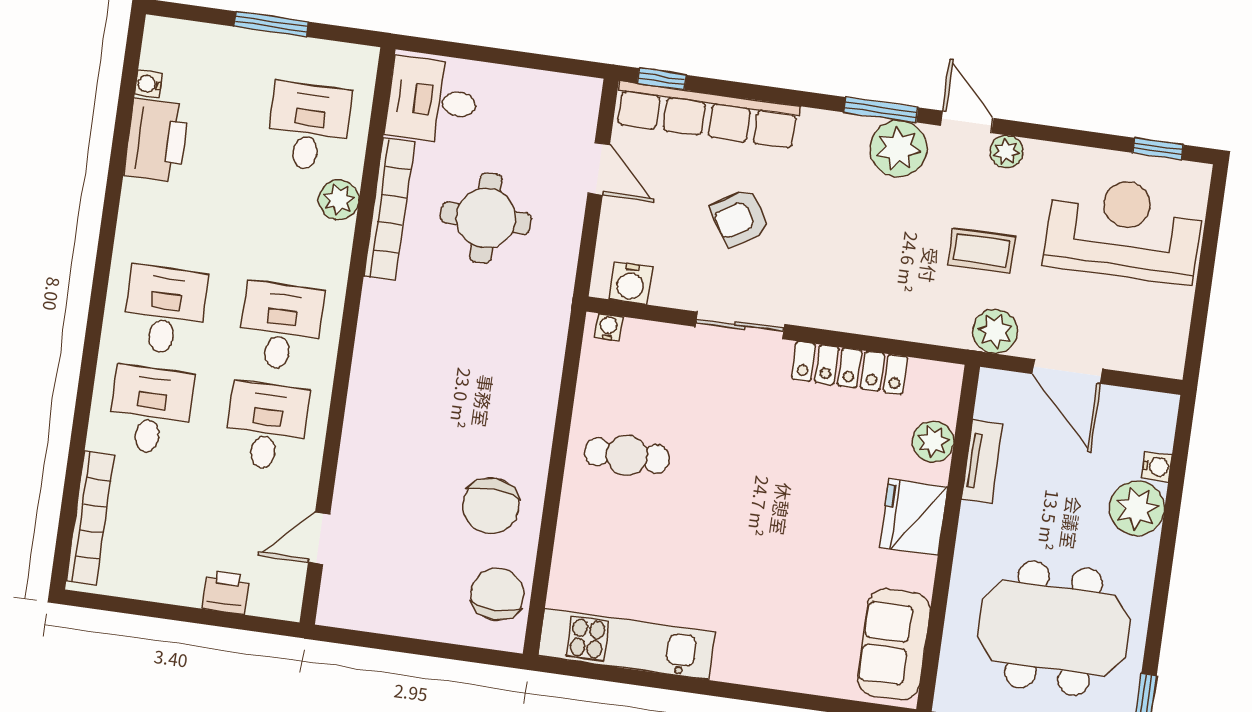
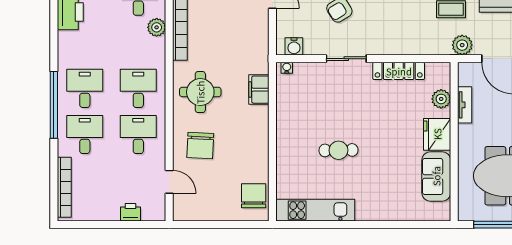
round table: (486, 218) -> (200, 92), moved
window: (93, 337) -> (54, 105), added
filing cabinet: (541, 366) -> (259, 90), added
cafe table: (627, 455) -> (339, 150), moved
chair: (491, 506) -> (200, 146), moved
door: (319, 538) -> (169, 182), swing flipped
sofa: (894, 644) -> (436, 176), moved

